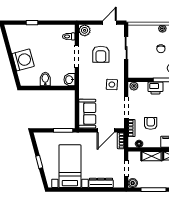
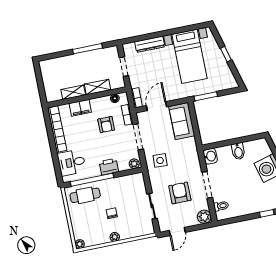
boiler: (133, 183) -> (113, 51), removed

